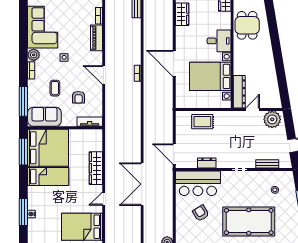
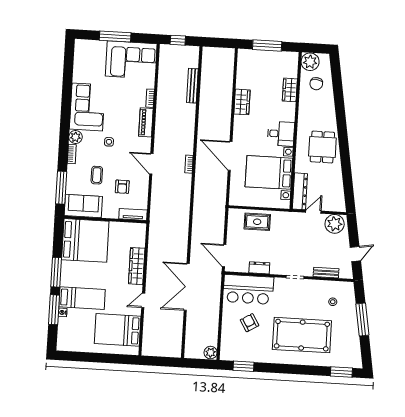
dining table: (247, 25) -> (322, 147), moved
window: (23, 152) -> (56, 272), moved
bed: (48, 177) -> (82, 298), moved

